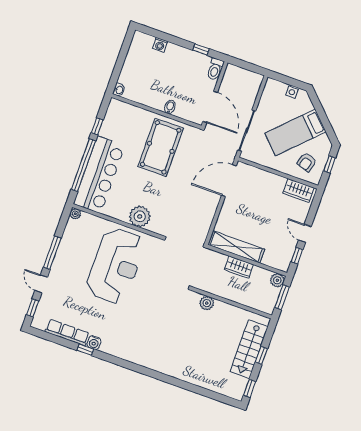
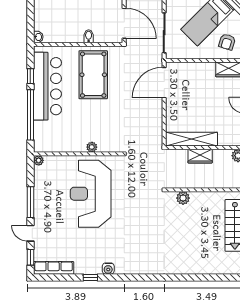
bar counter: (99, 175) -> (47, 86), moved
plant: (140, 216) -> (92, 147), width x0.53, depth x0.53
reception desk: (116, 266) -> (91, 194), turned 180
row of seats: (67, 332) -> (54, 268), moved
water cooler: (94, 343) -> (108, 269), moved

